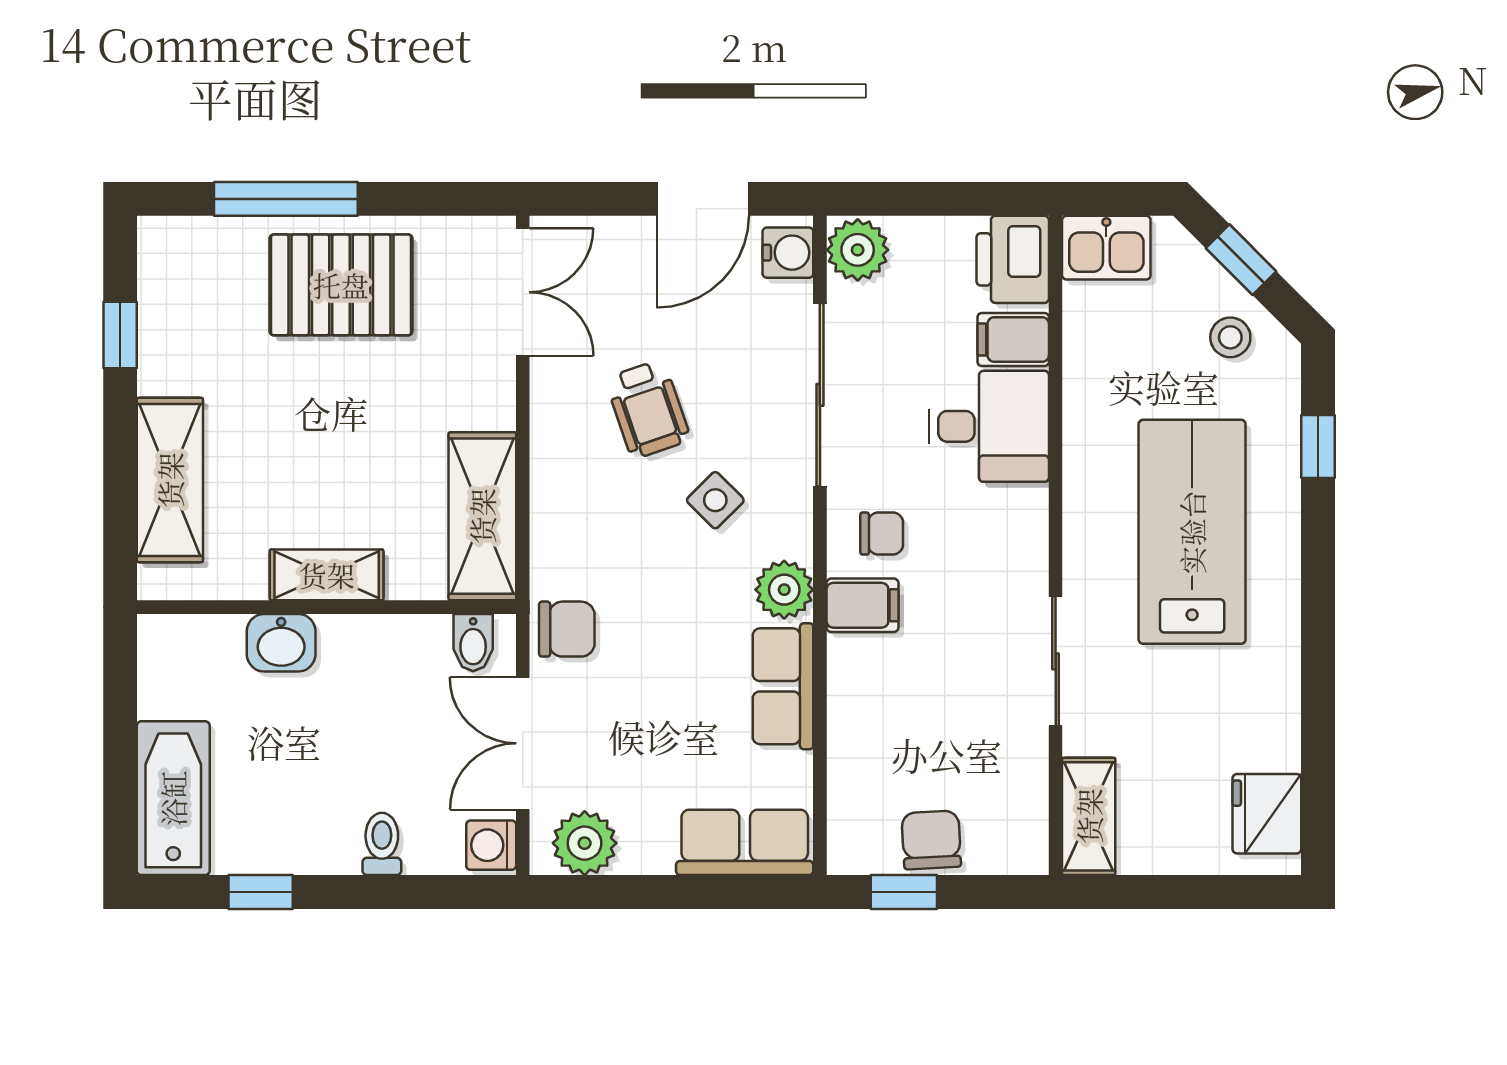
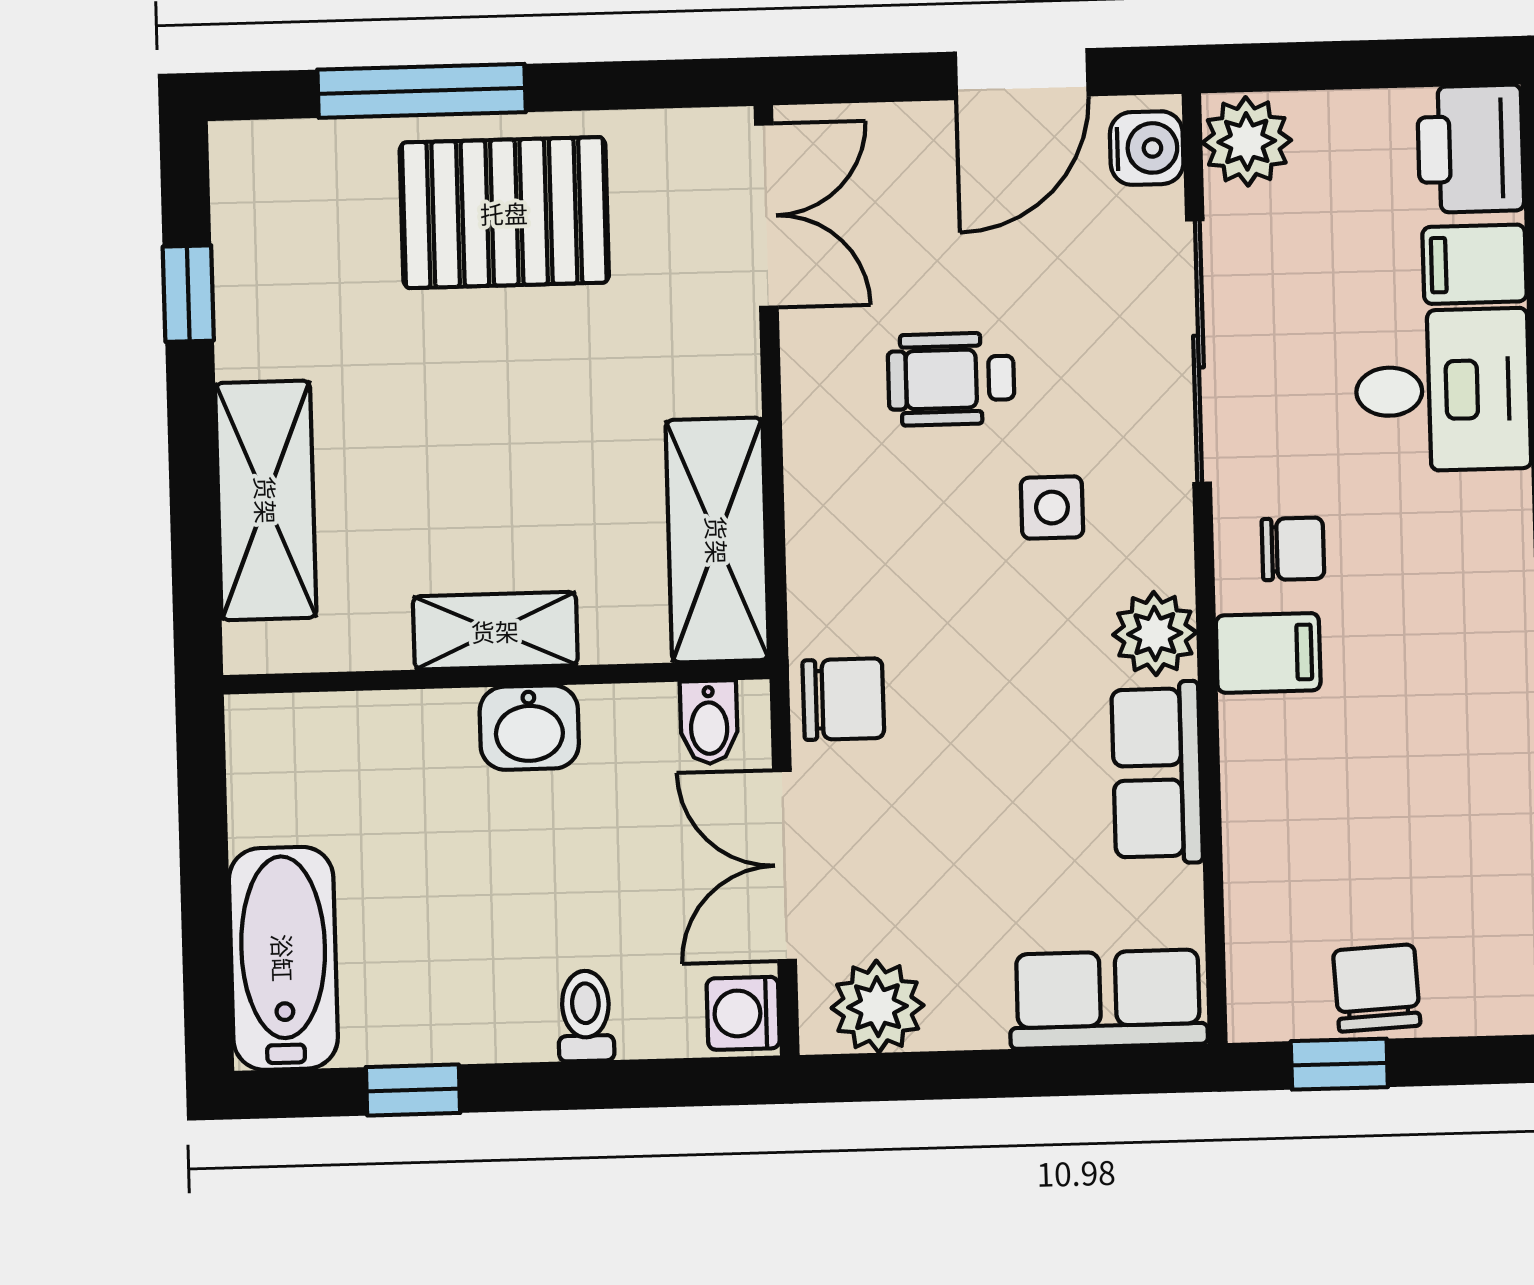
wheelchair: (648, 409) -> (951, 379), turned 109
side table: (715, 500) -> (1052, 508), turned 45
washbasin: (281, 643) -> (529, 728), moved

